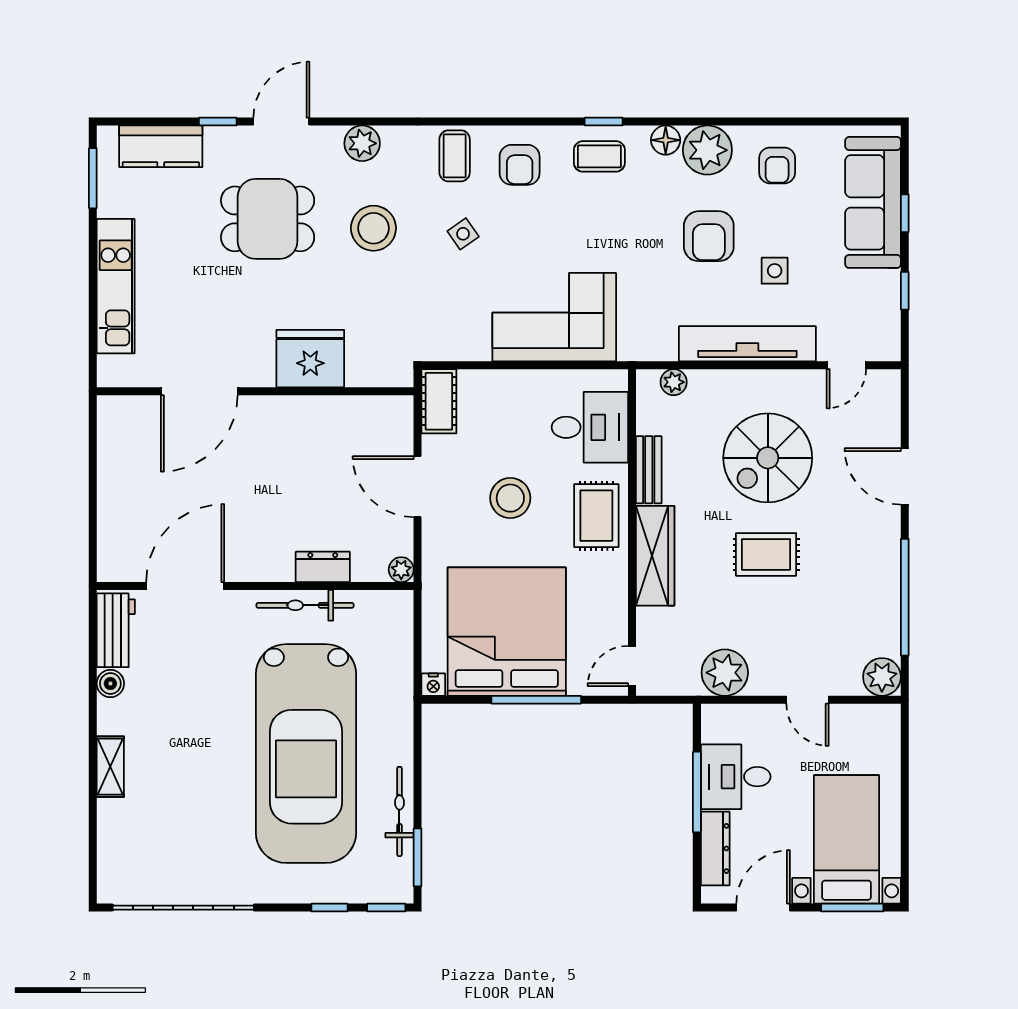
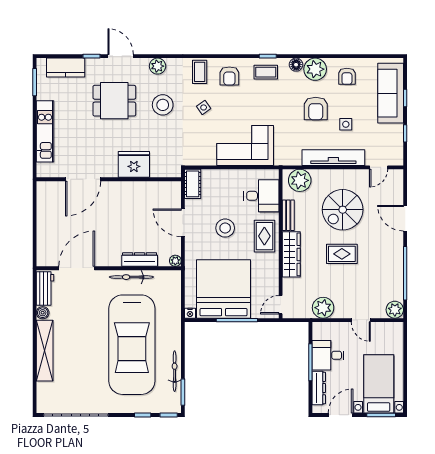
door: (281, 122) -> (121, 56), hinge flipped
plant: (674, 382) -> (300, 180), width x1.88, depth x1.88
dresser: (323, 567) -> (140, 259), width x1.44
shelving: (110, 767) -> (45, 351), width x2.20, depth x1.33

